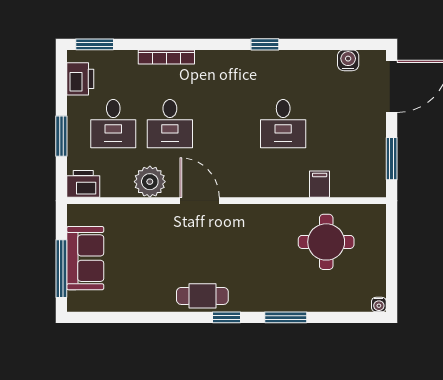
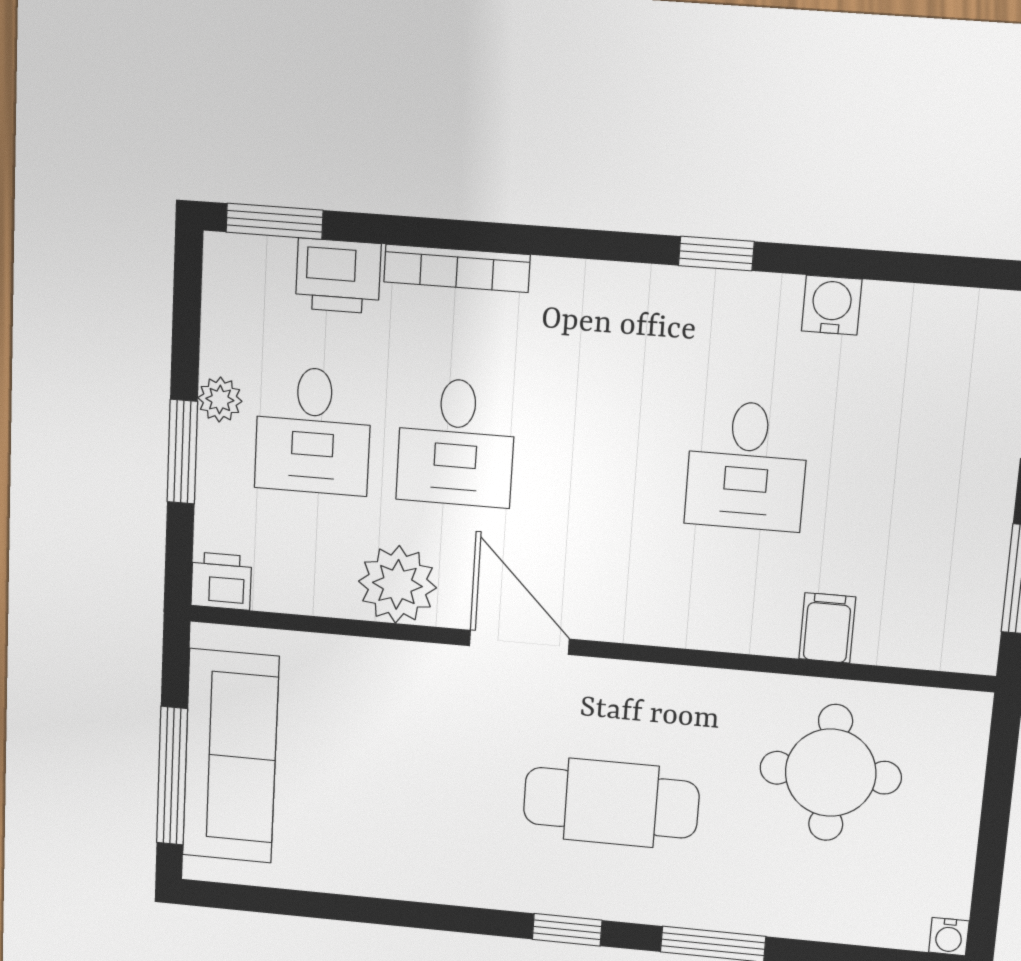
water cooler: (348, 60) -> (832, 305), moved
printer: (80, 79) -> (338, 276), moved, turned 90
plant: (76, 114) -> (220, 400), added
printer: (83, 184) -> (221, 581), width x0.73, depth x0.81
sofa: (85, 258) -> (231, 756), width x1.36
cafe table: (202, 296) -> (611, 803), moved, width x1.37, depth x1.35

